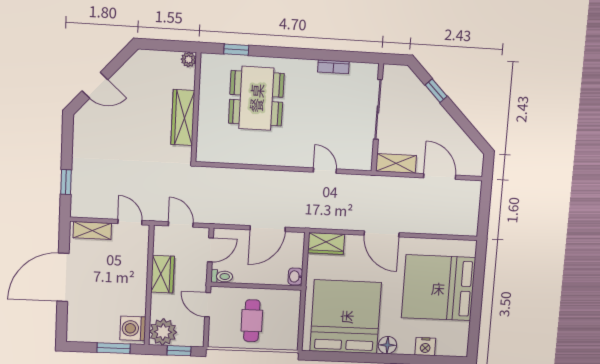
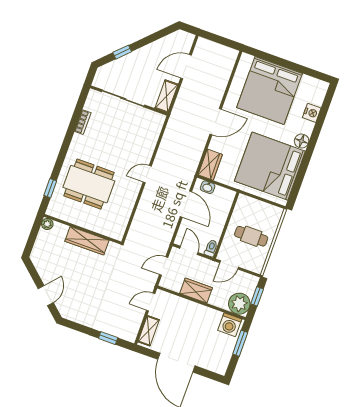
door: (325, 171) -> (147, 174), moved
washbasin: (295, 277) -> (208, 187), moved

